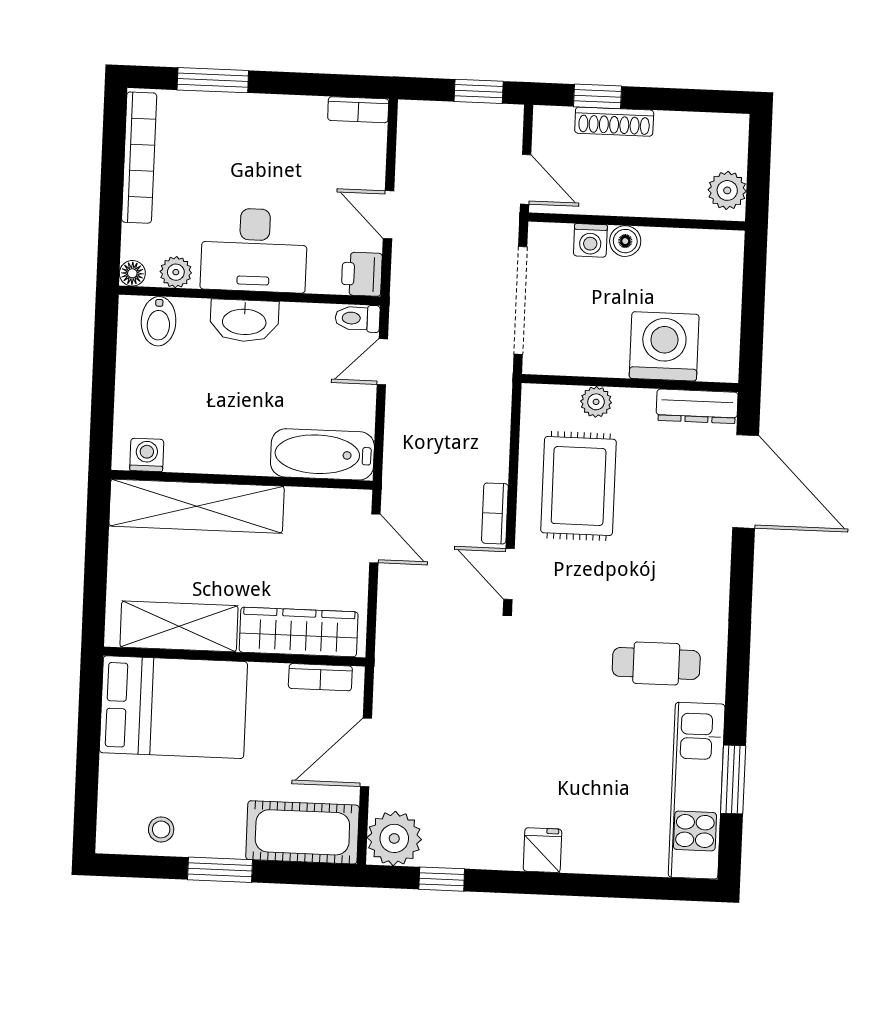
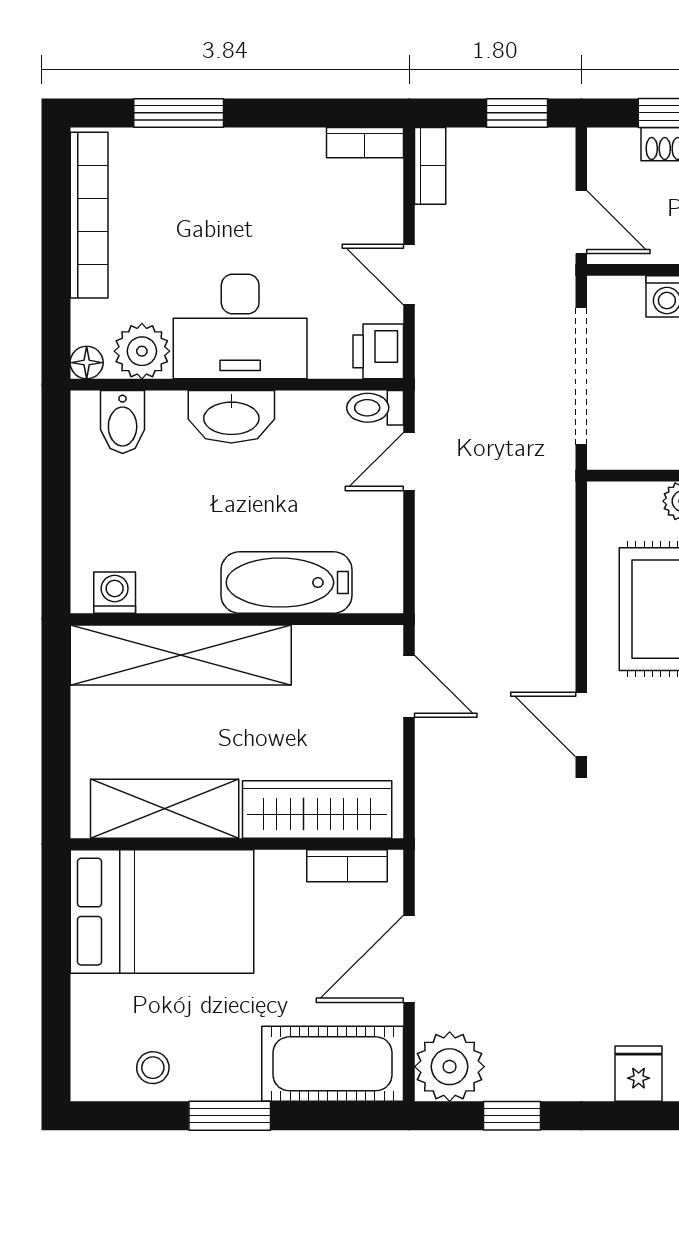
plant: (176, 272) -> (142, 351), width x1.38, depth x1.38
bathtub: (322, 454) -> (286, 583), moved
bookcase: (495, 513) -> (430, 166), moved, turned 180

